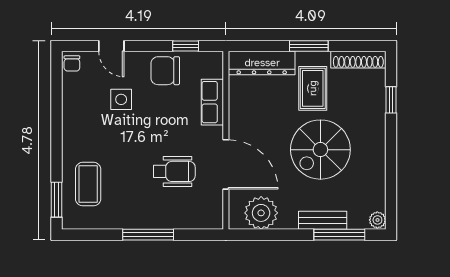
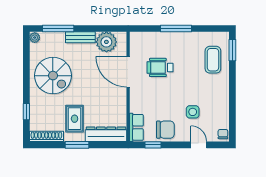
row of seats: (212, 102) -> (136, 127), moved
spiral stairs: (320, 150) -> (53, 76), moved, turned 90
bench: (323, 220) -> (80, 37), moved

